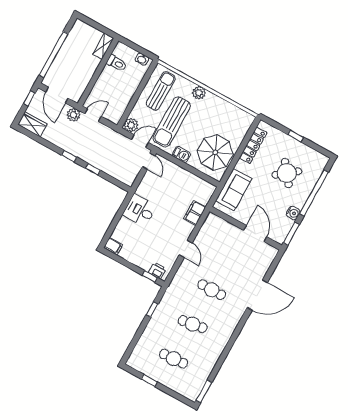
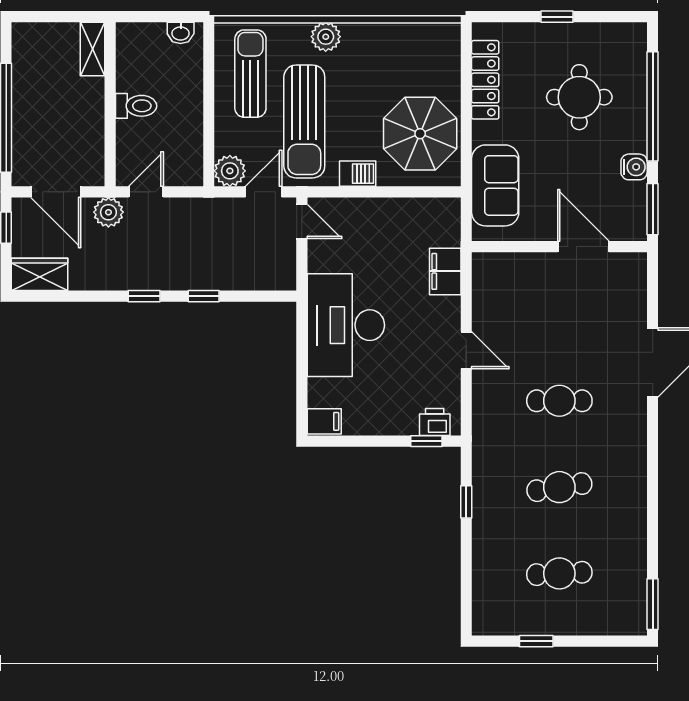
toilet: (117, 63) -> (136, 106), moved
round table: (287, 173) -> (579, 97), turned 38
desk: (140, 210) -> (346, 325), width x1.87, depth x1.30

